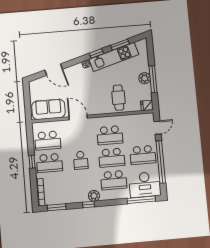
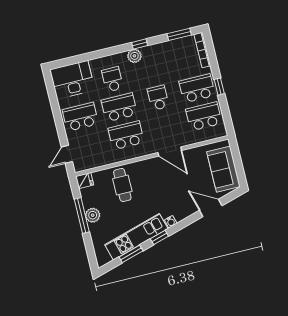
sofa: (48, 109) -> (223, 169), moved, turned 90
window: (161, 162) -> (56, 111), removed
school desk: (114, 180) -> (112, 79), width x0.54
window: (141, 200) -> (74, 60), removed

